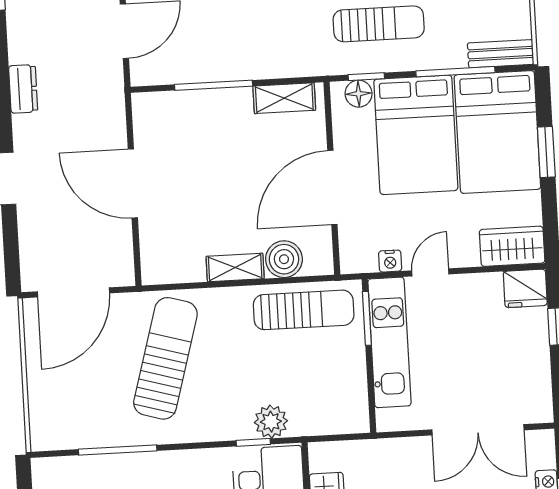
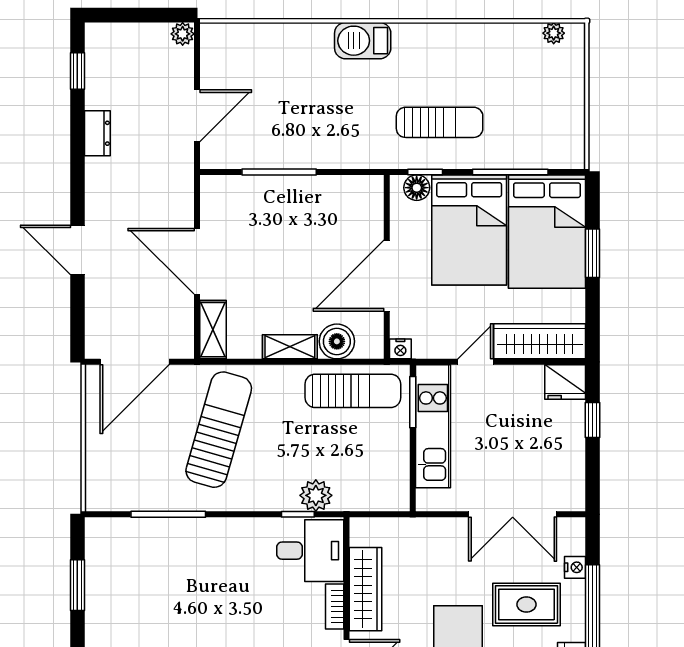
bench: (501, 54) -> (554, 157), removed
dresser: (23, 89) -> (97, 133), moved
shelving: (284, 98) -> (213, 330), moved, turned 90
wardrobe: (512, 246) -> (540, 341), width x1.50
nightstand: (390, 261) -> (400, 349), moved

